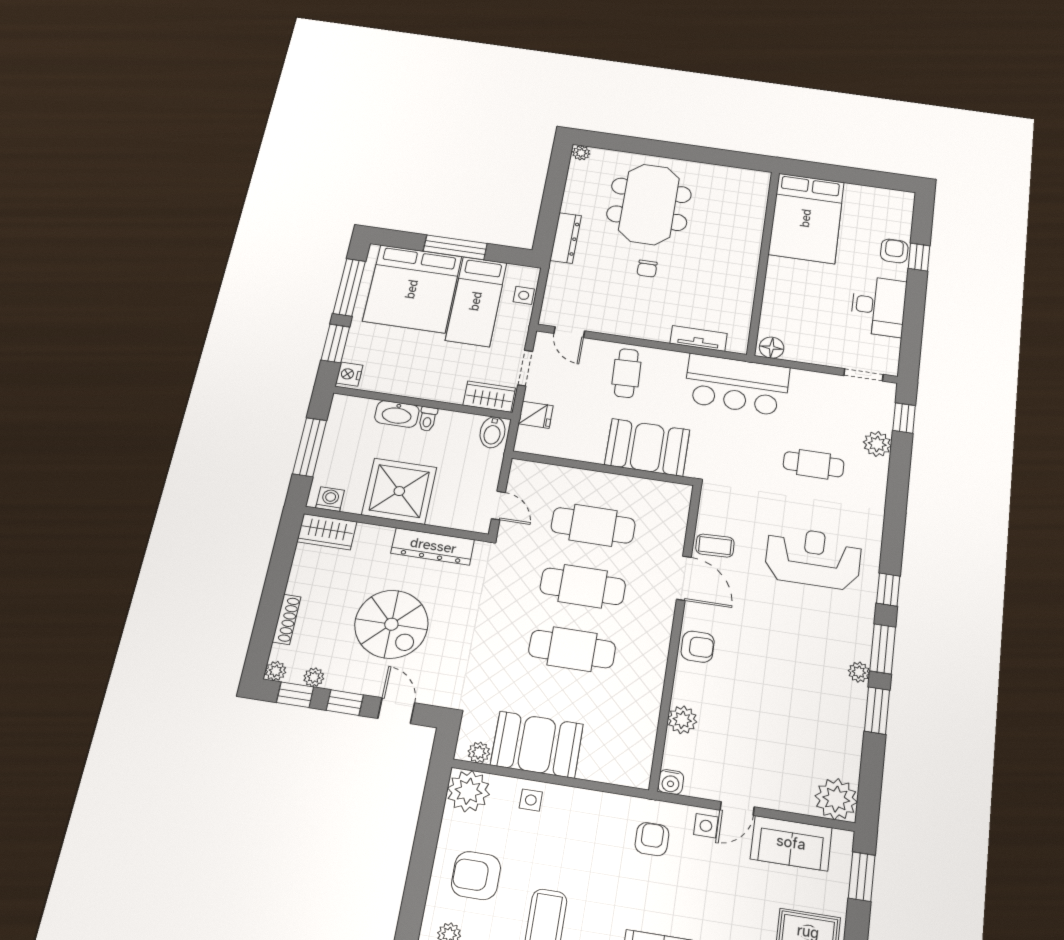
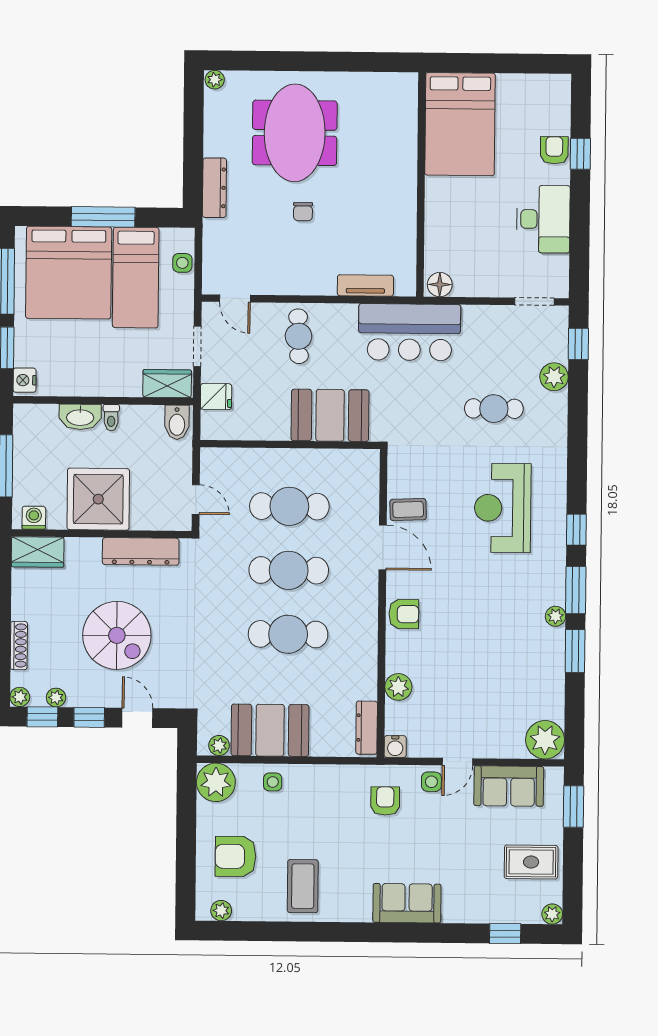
reception desk: (813, 558) -> (503, 508), turned -90
dresser: (642, 757) -> (367, 728), added

